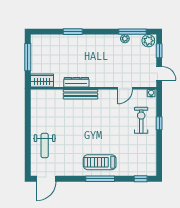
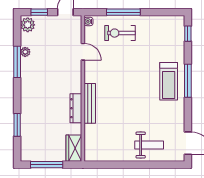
window: (73, 32) -> (17, 125), moved
window: (132, 32) -> (17, 62), moved
window: (159, 123) -> (123, 12), width x2.17

